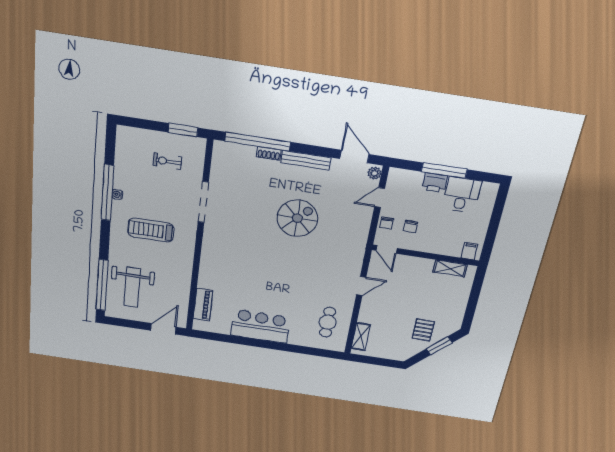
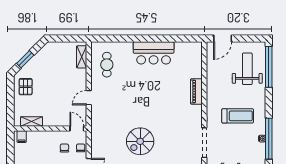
piano: (203, 304) -> (196, 91), moved
pallet: (423, 330) -> (26, 87), moved

